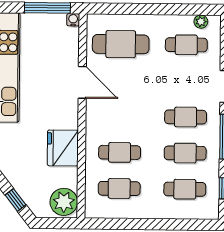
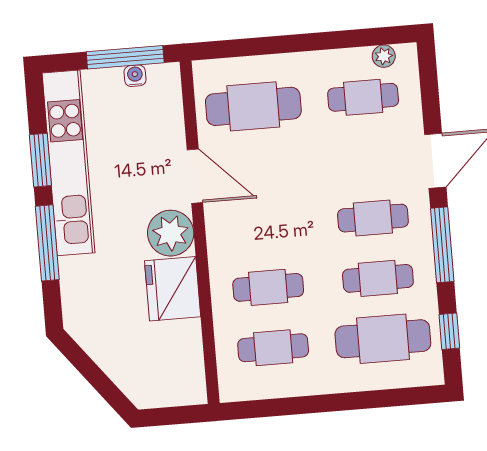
water cooler: (73, 20) -> (135, 76), moved
cafe table: (185, 189) -> (383, 339), width x1.37, depth x1.35
window: (16, 200) -> (102, 383), removed
plant: (64, 202) -> (171, 233), moved

